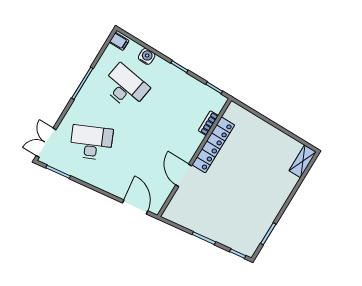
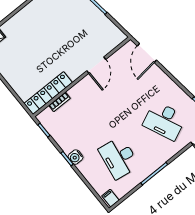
water cooler: (147, 56) -> (75, 157), moved
locker: (213, 145) -> (48, 93), moved

